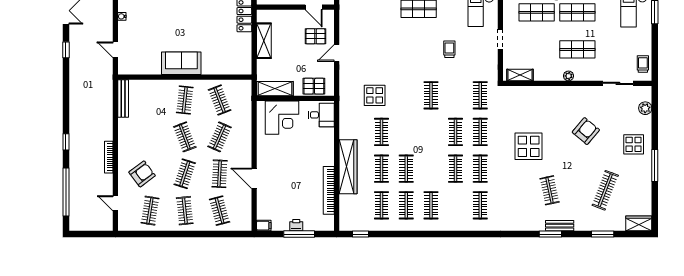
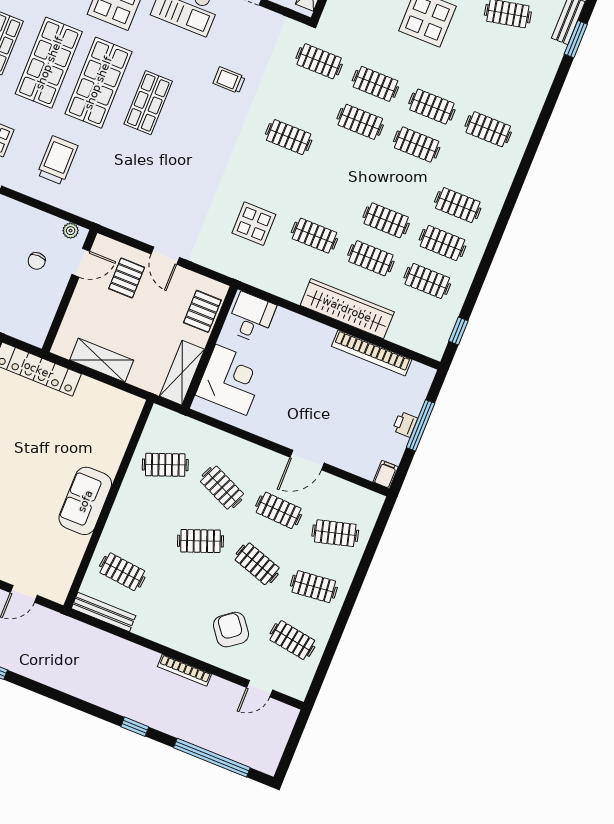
clothes rail: (185, 100) -> (122, 572), moved

